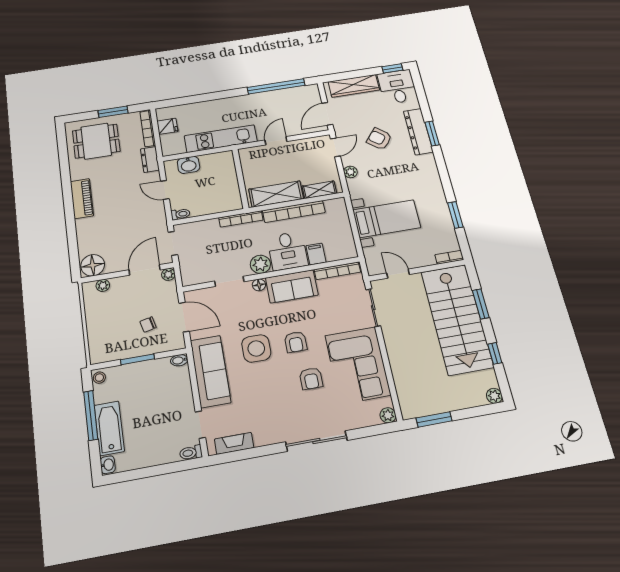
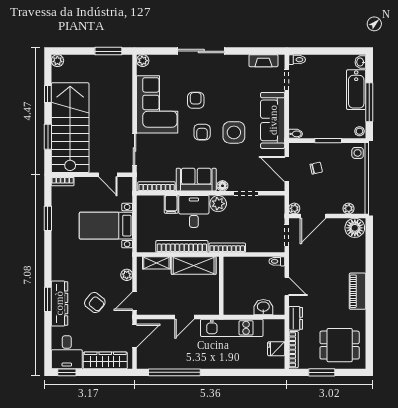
armchair: (296, 342) -> (202, 132), turned 180
side table: (99, 351) -> (358, 153), added

